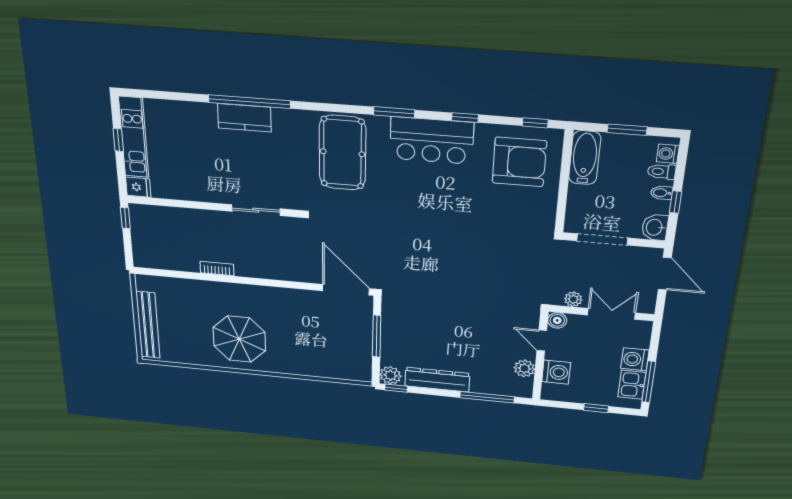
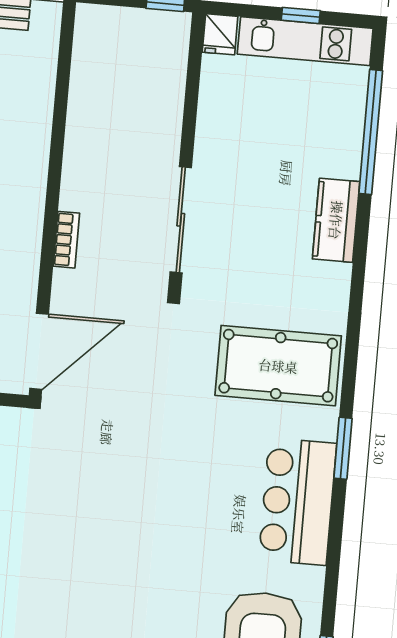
window: (249, 102) -> (371, 132), moved
window: (465, 118) -> (334, 553), removed
sliding door: (256, 210) -> (181, 220), width x1.37
bookcase: (217, 269) -> (66, 240), moved

